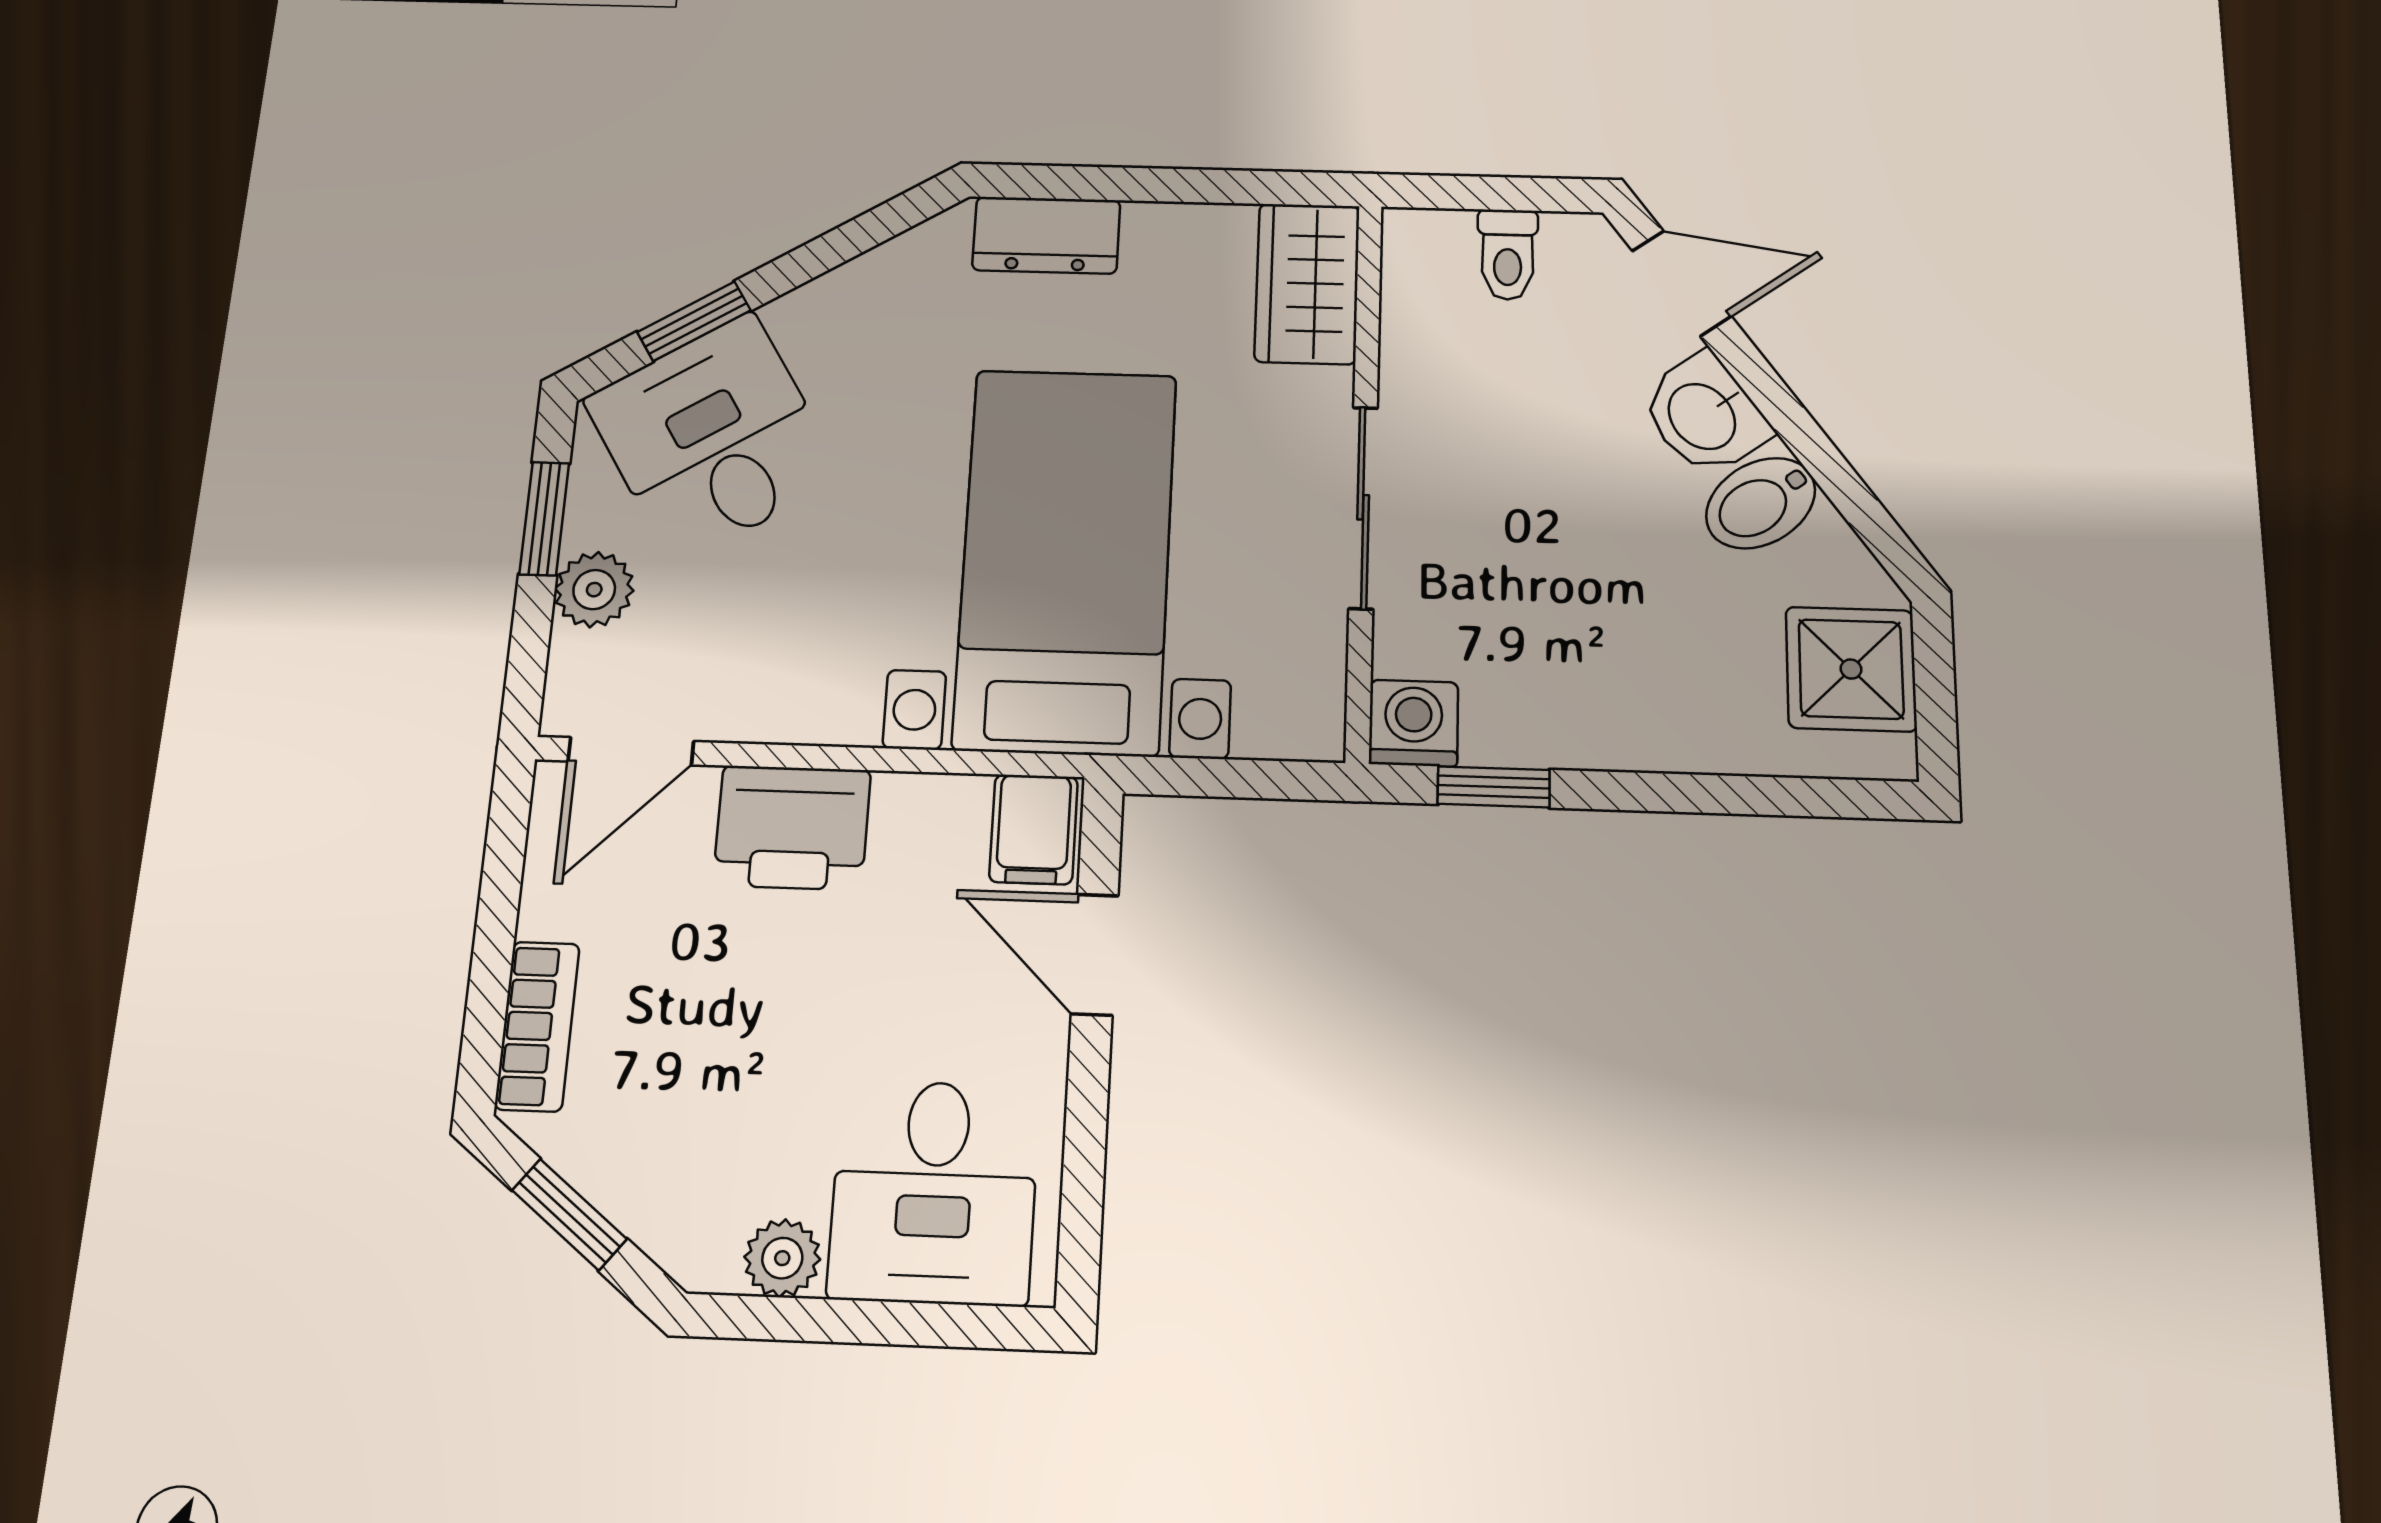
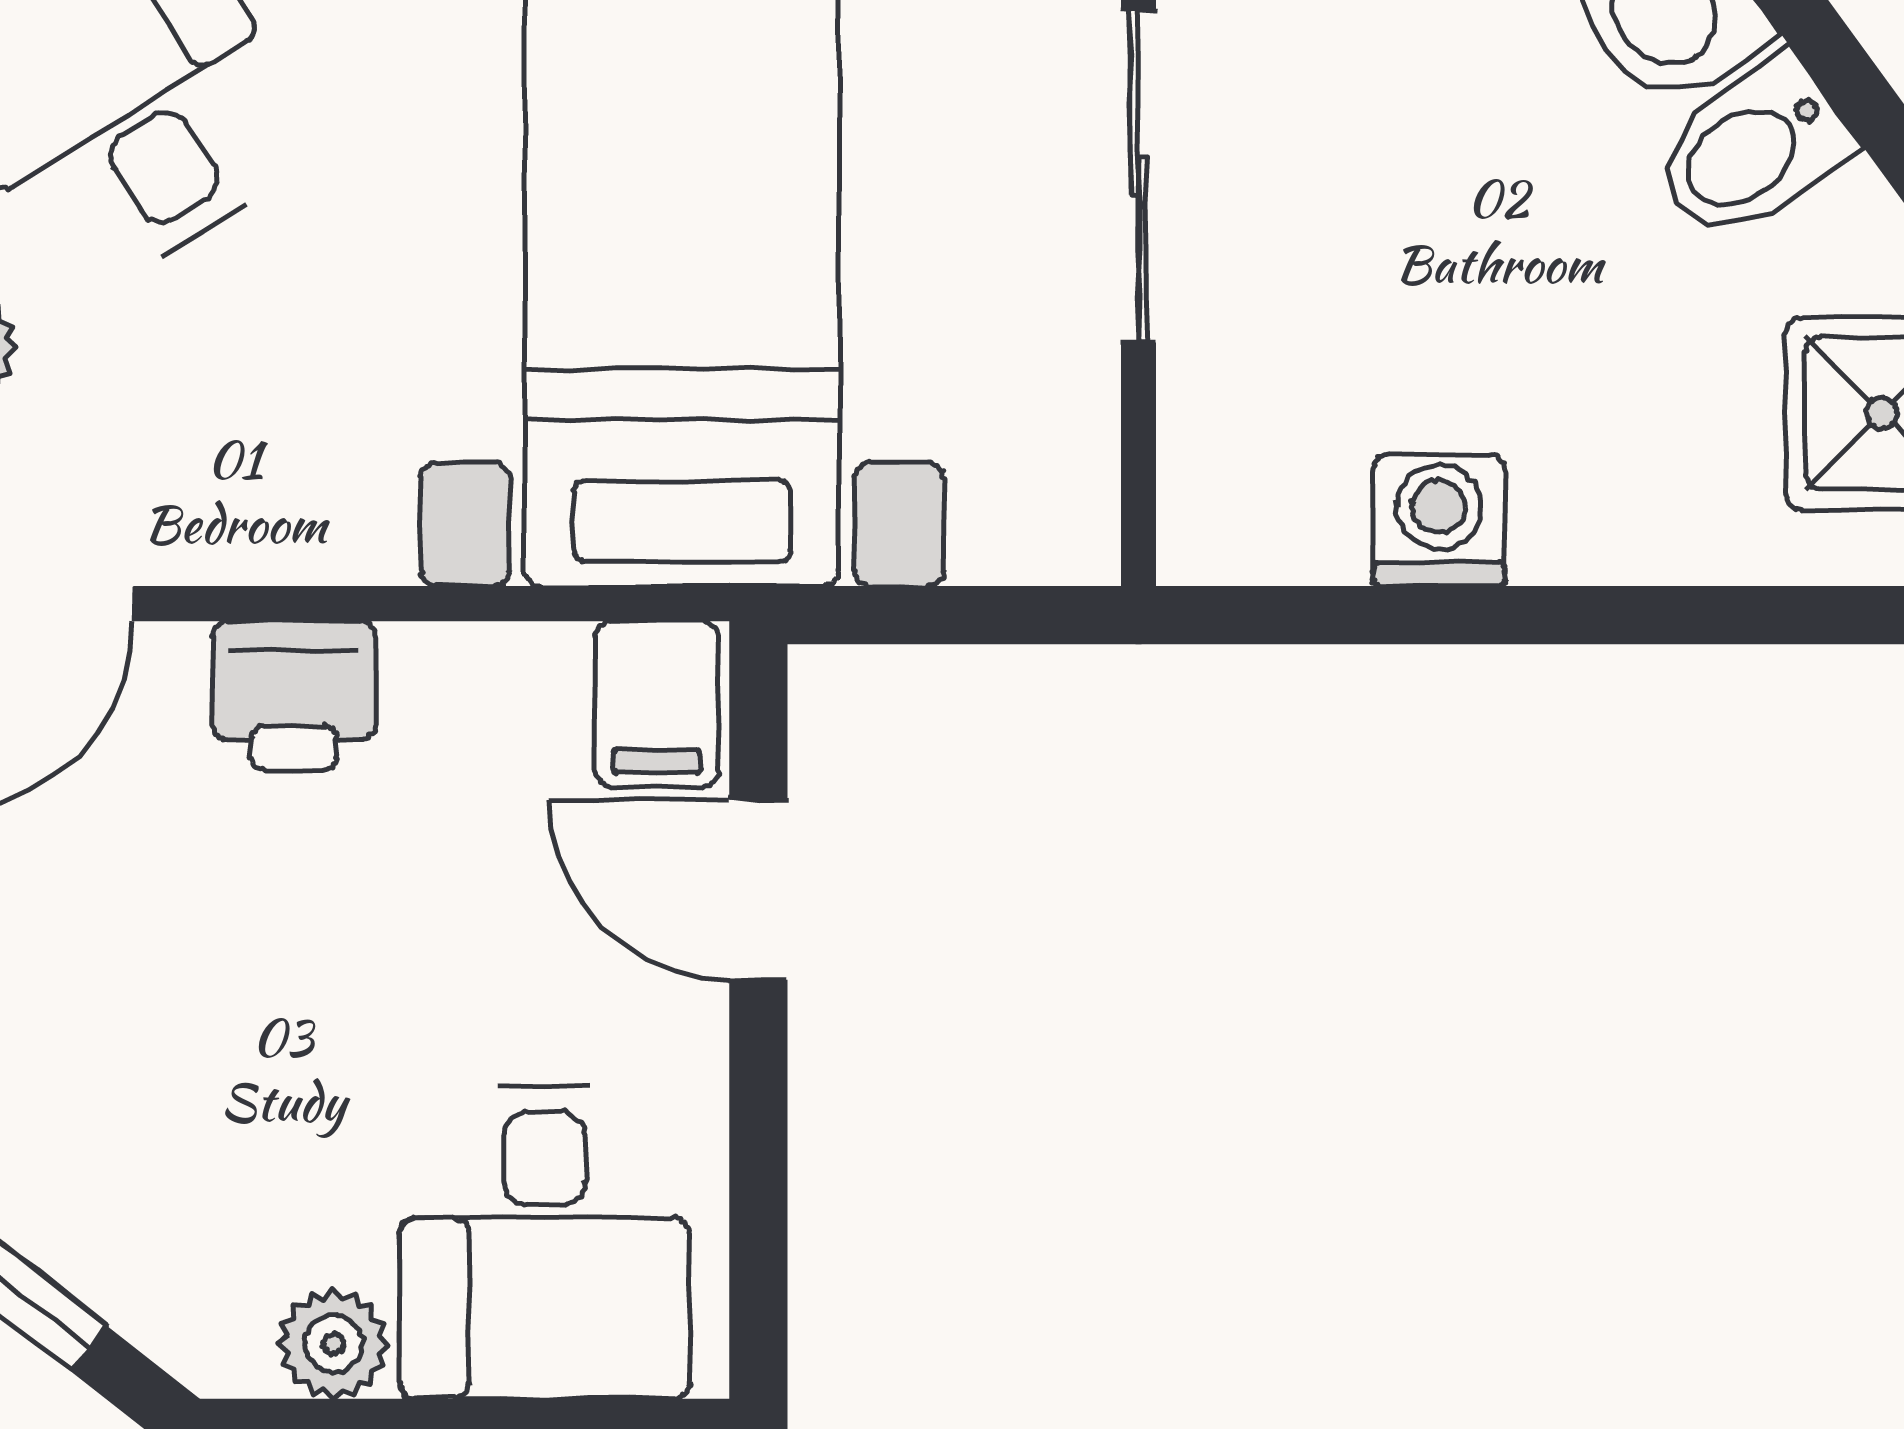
washing machine: (1414, 723) -> (1439, 520), moved
window: (1494, 787) -> (1344, 615), removed
printer: (792, 828) -> (294, 696), width x0.73, depth x0.81

